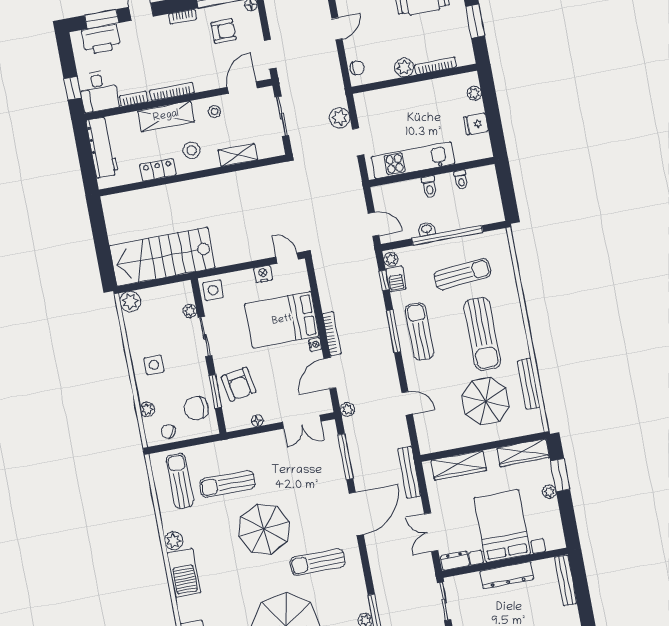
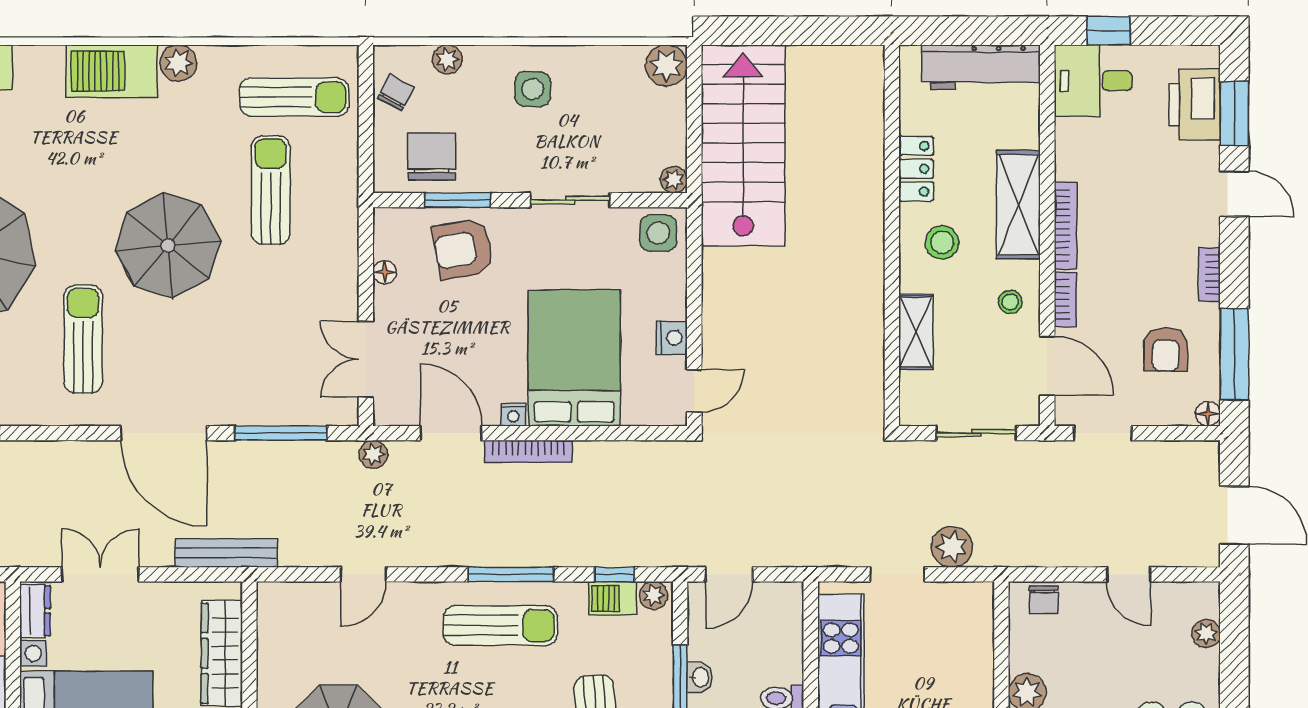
bookcase: (134, 99) -> (1065, 299), moved
plant: (190, 311) -> (674, 180), moved

